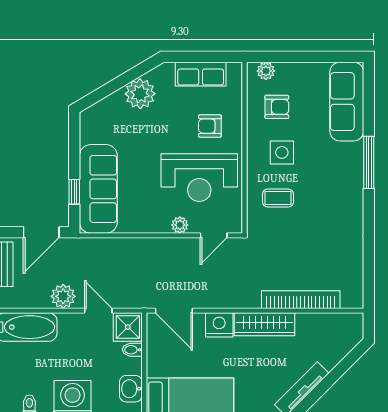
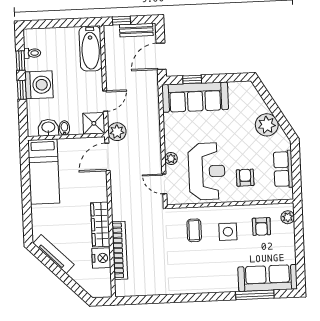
window: (369, 162) -> (255, 295), moved
reception desk: (199, 178) -> (207, 171), turned 180
door: (41, 232) -> (161, 56), hinge flipped
plant: (63, 296) -> (117, 132), moved
nightstand: (219, 325) -> (101, 258), moved
bidet: (132, 350) -> (64, 128), moved

